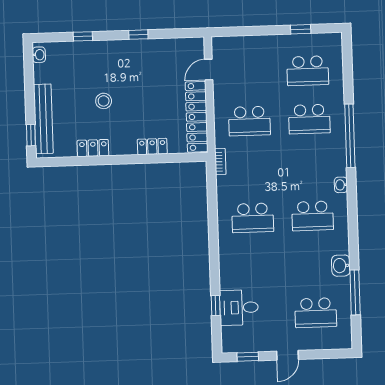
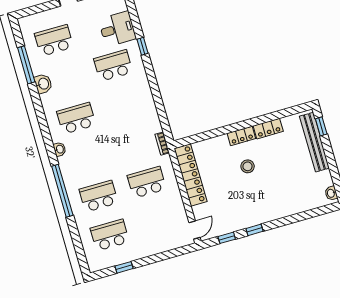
window: (83, 36) -> (227, 238), moved
door: (209, 70) -> (194, 230), moved
stool: (104, 101) -> (248, 166), moved
locker: (152, 146) -> (241, 136), moved
school desk: (253, 218) -> (113, 66), moved
window: (216, 306) -> (142, 46), moved

